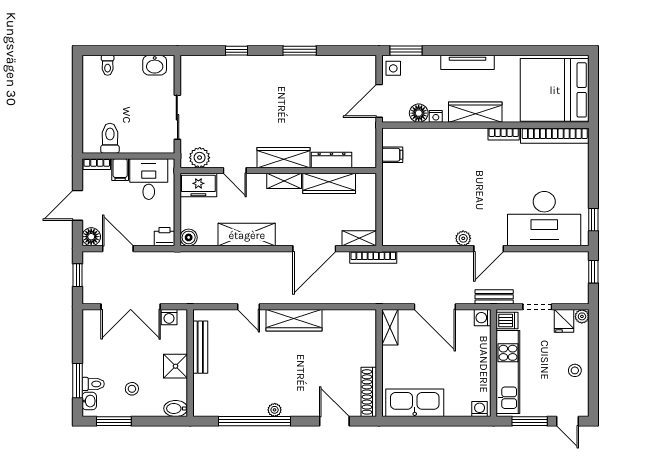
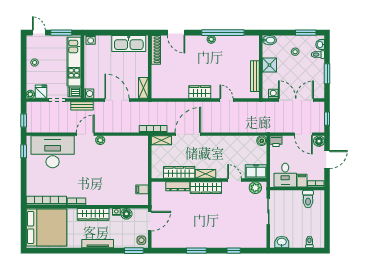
shelving: (247, 235) -> (228, 142), removed
wardrobe: (294, 320) -> (200, 92), width x0.67
window: (78, 381) -> (327, 74), moved

